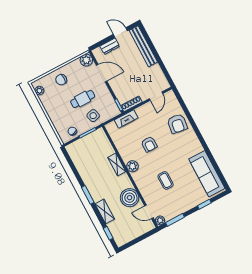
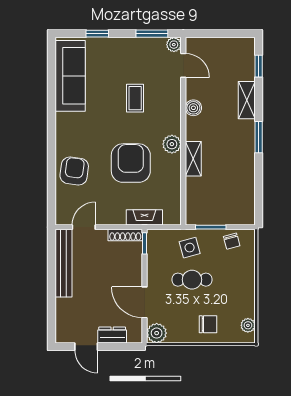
bench: (143, 46) -> (63, 263), moved
armchair: (149, 144) -> (131, 163), width x1.88, depth x1.88
boiler: (130, 198) -> (193, 108), width x0.54, depth x0.54

